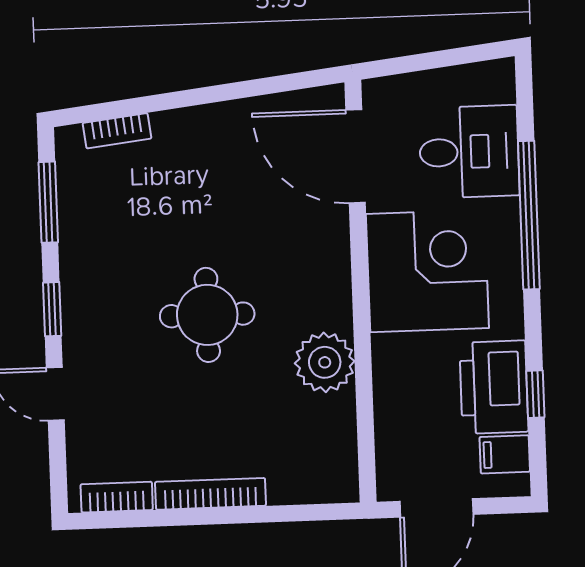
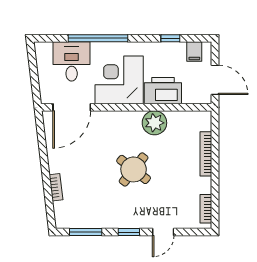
bookcase: (117, 131) -> (56, 187), moved
round table: (207, 315) -> (134, 169), turned 38
printer: (494, 387) -> (163, 91), moved, turned 180
bookcase: (211, 494) -> (206, 154), moved

